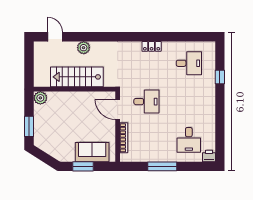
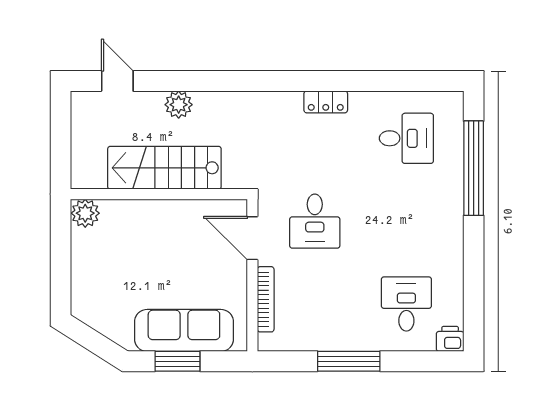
window: (220, 77) -> (474, 168), width x3.17
desk: (146, 102) -> (315, 221), turned 90
window: (29, 126) -> (61, 275), removed
desk: (189, 140) -> (406, 304), turned 180
sofa: (92, 152) -> (184, 330), width x1.36

